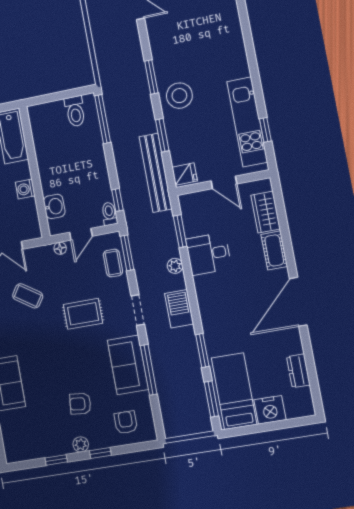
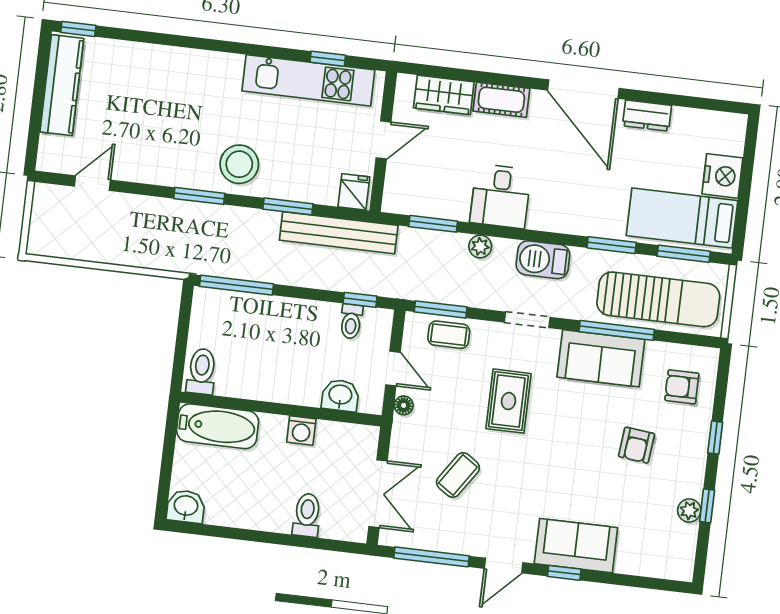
toilet: (75, 111) -> (202, 371), moved, turned -90
toilet: (109, 214) -> (351, 321), moved, turned -90
desk: (209, 254) -> (501, 196), moved
dresser: (298, 371) -> (647, 116), moved
sun lounger: (177, 391) -> (658, 299), added
plant: (81, 444) -> (689, 511), moved

